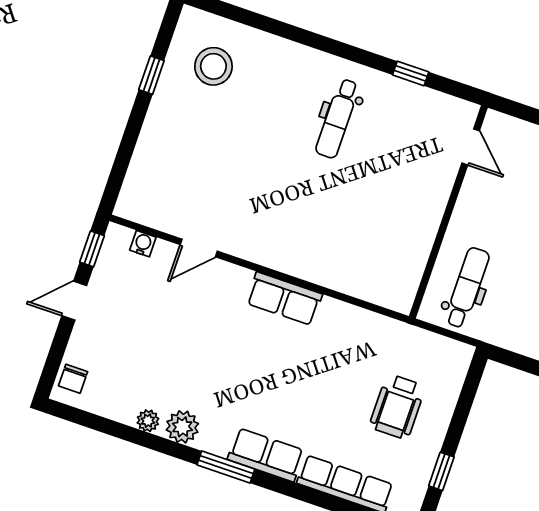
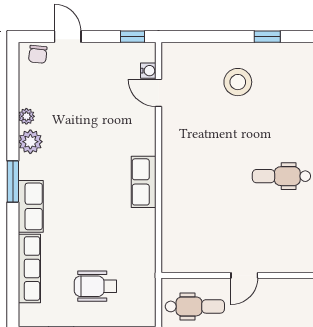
stool: (213, 66) -> (238, 82), moved
door: (471, 147) -> (244, 275), moved
door: (199, 248) -> (159, 93), moved
door: (74, 301) -> (68, 37), moved
chair: (73, 379) -> (38, 54), turned -84

